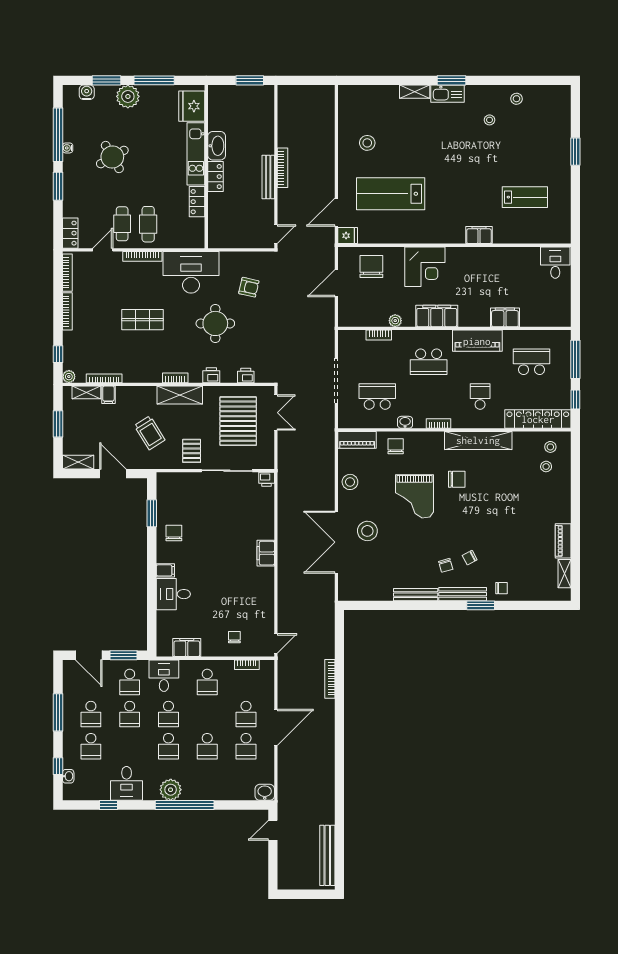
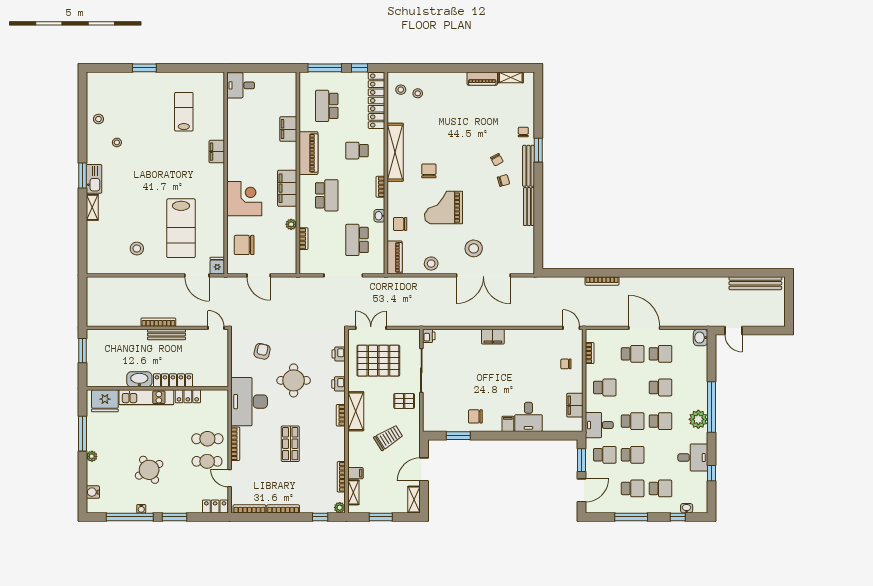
window: (106, 80) -> (83, 475), removed
plant: (128, 96) -> (92, 456), width x0.53, depth x0.53
locker: (215, 177) -> (173, 380), width x1.53
grand piano: (414, 496) -> (444, 208), turned 180

